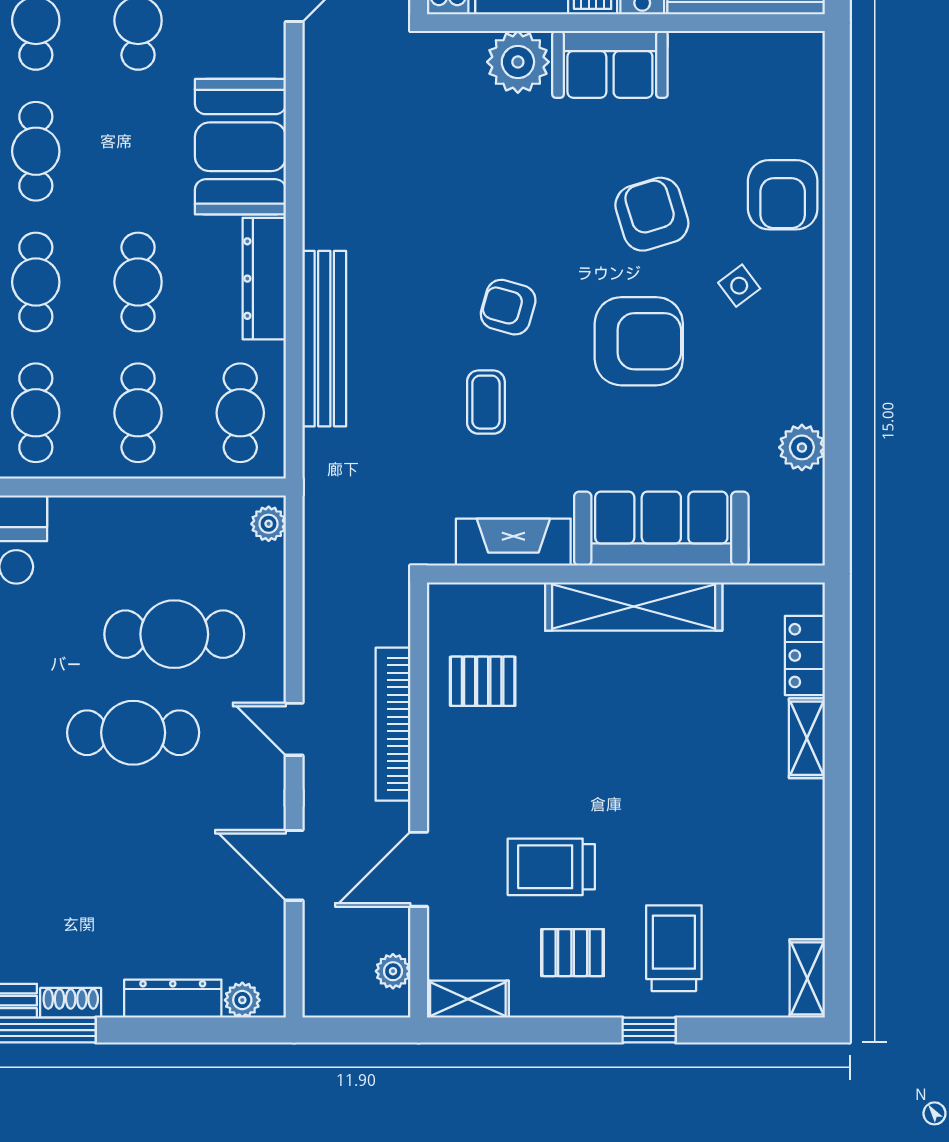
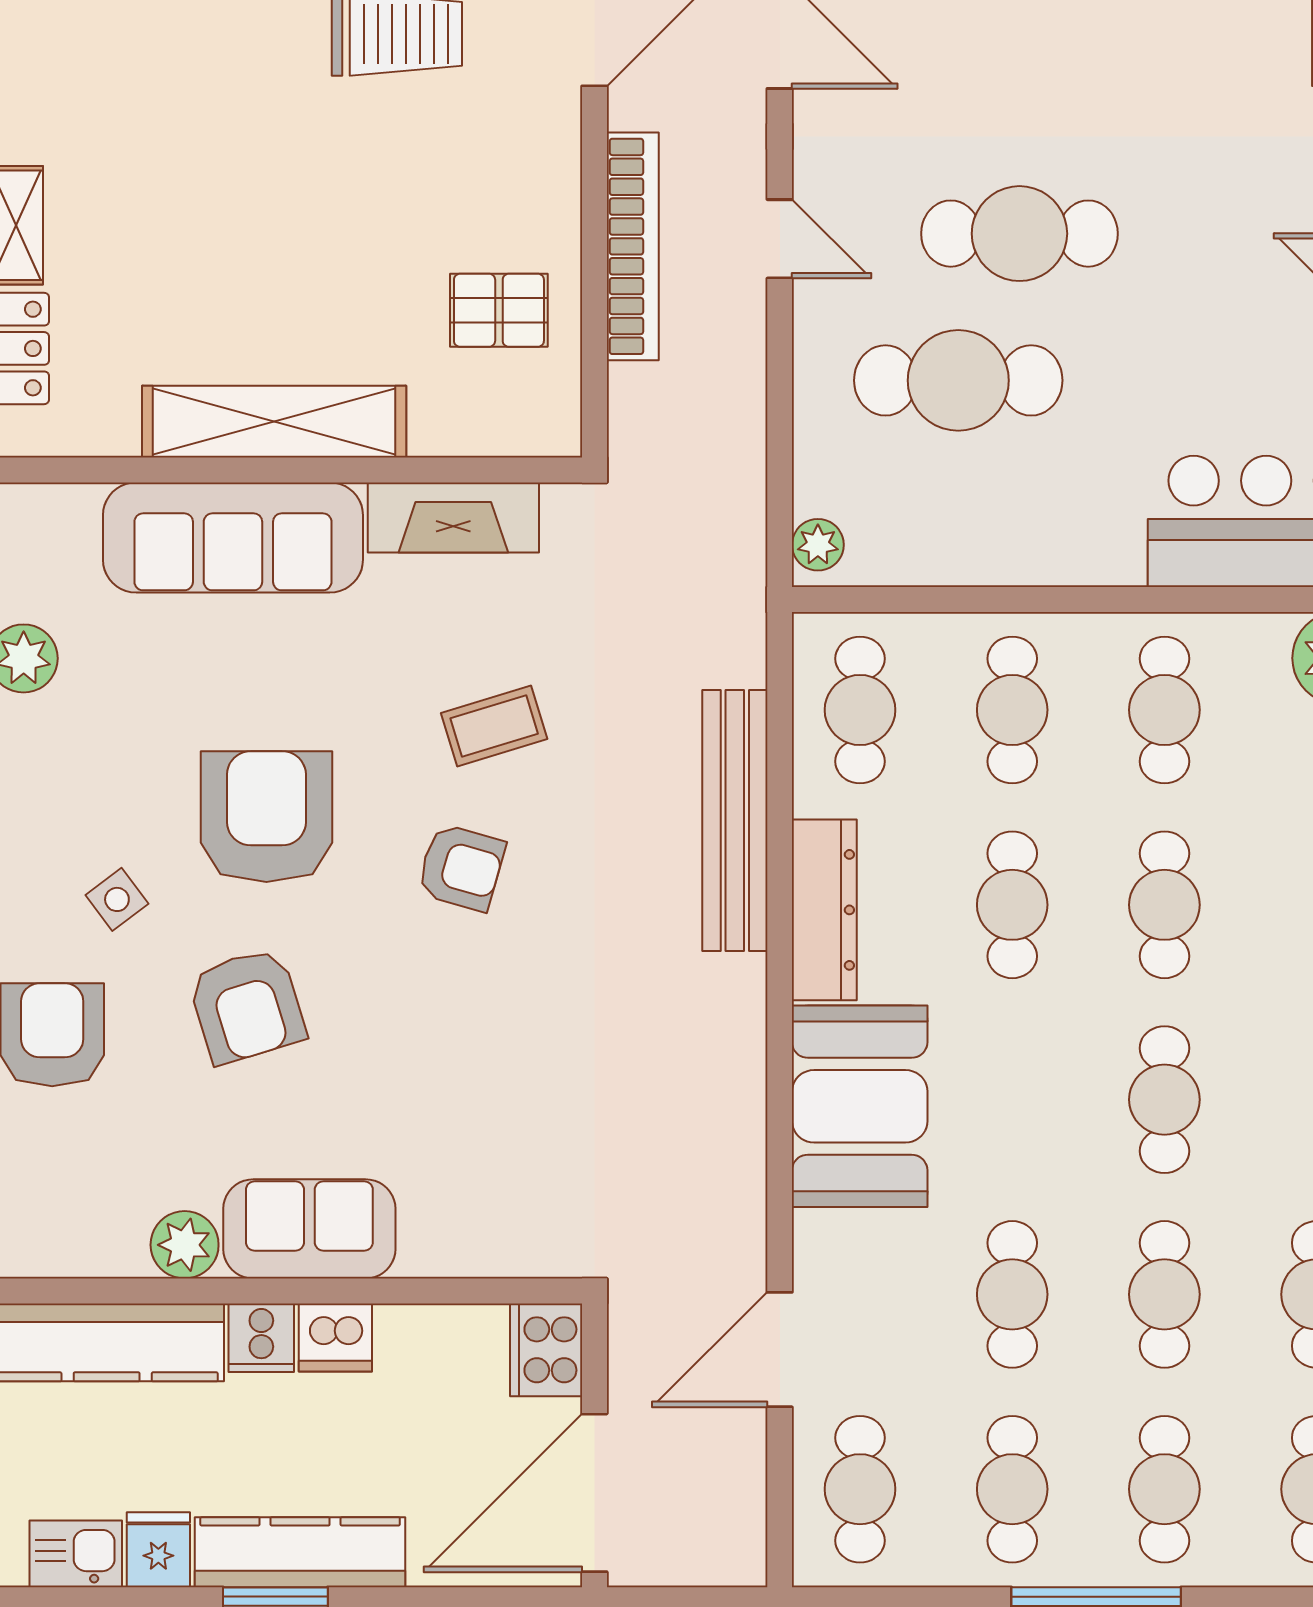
plant: (518, 62) -> (185, 1245), moved, width x0.73, depth x0.73
armchair: (639, 341) -> (266, 817), turned 90
coffee table: (486, 402) -> (494, 726), turned 73

